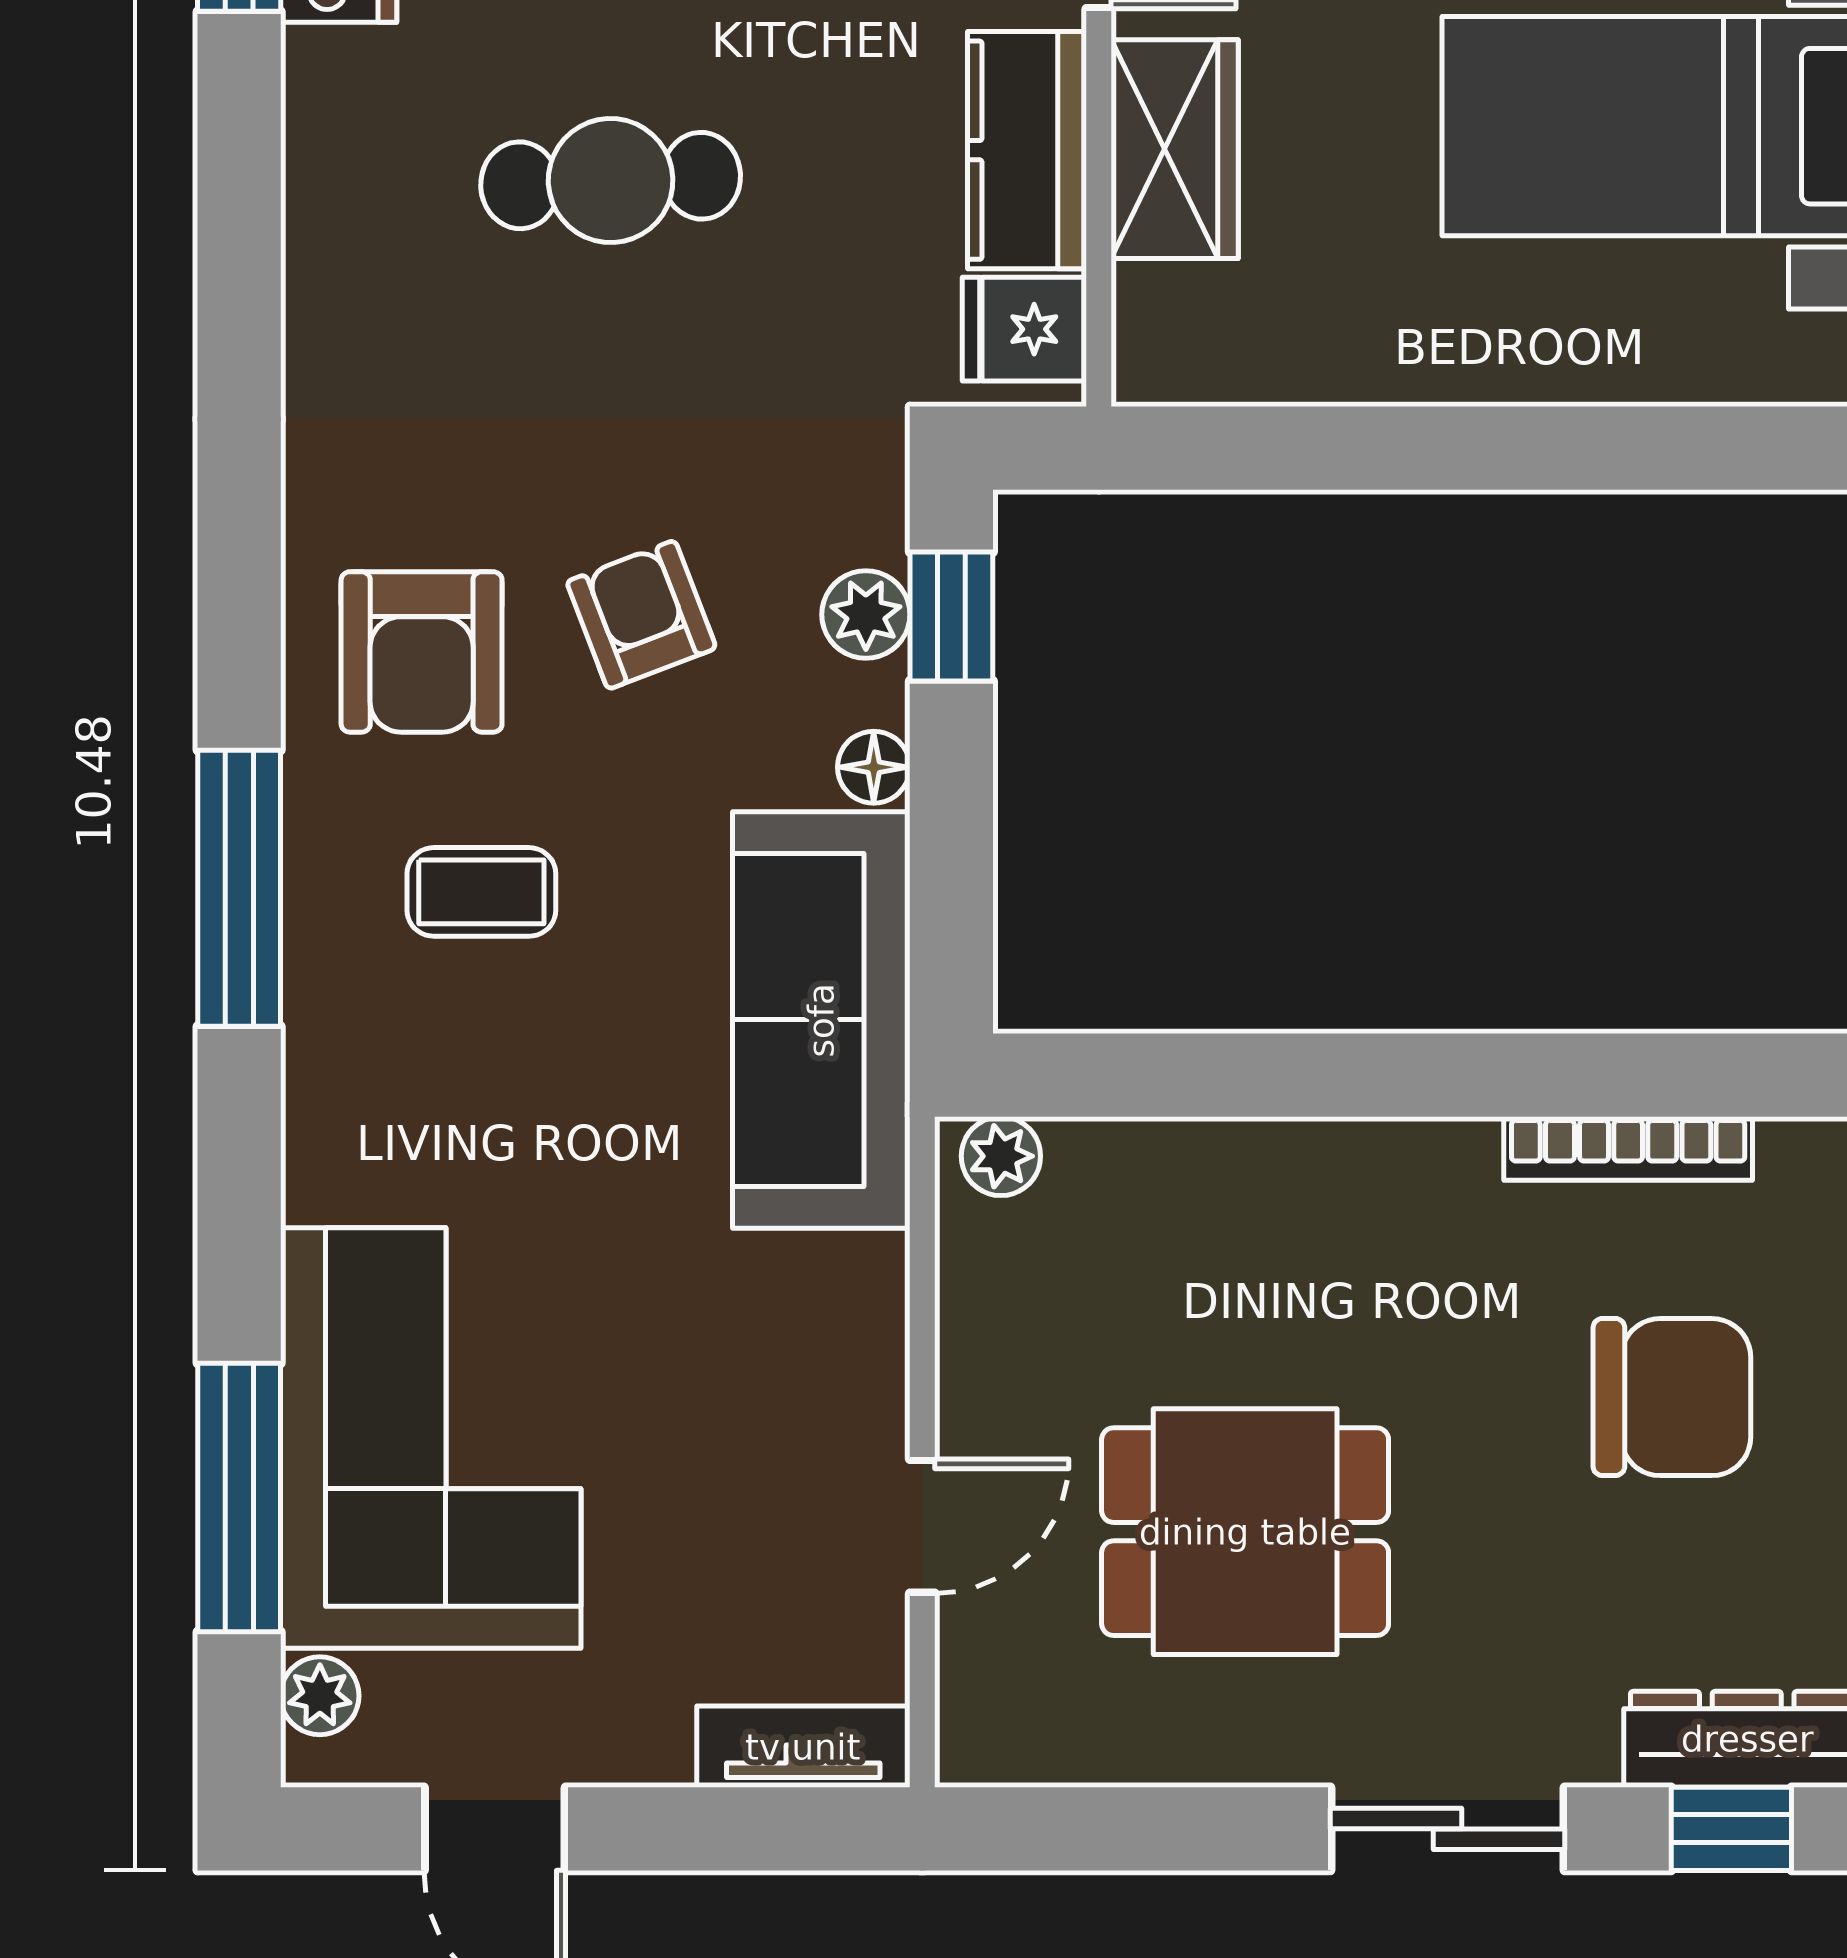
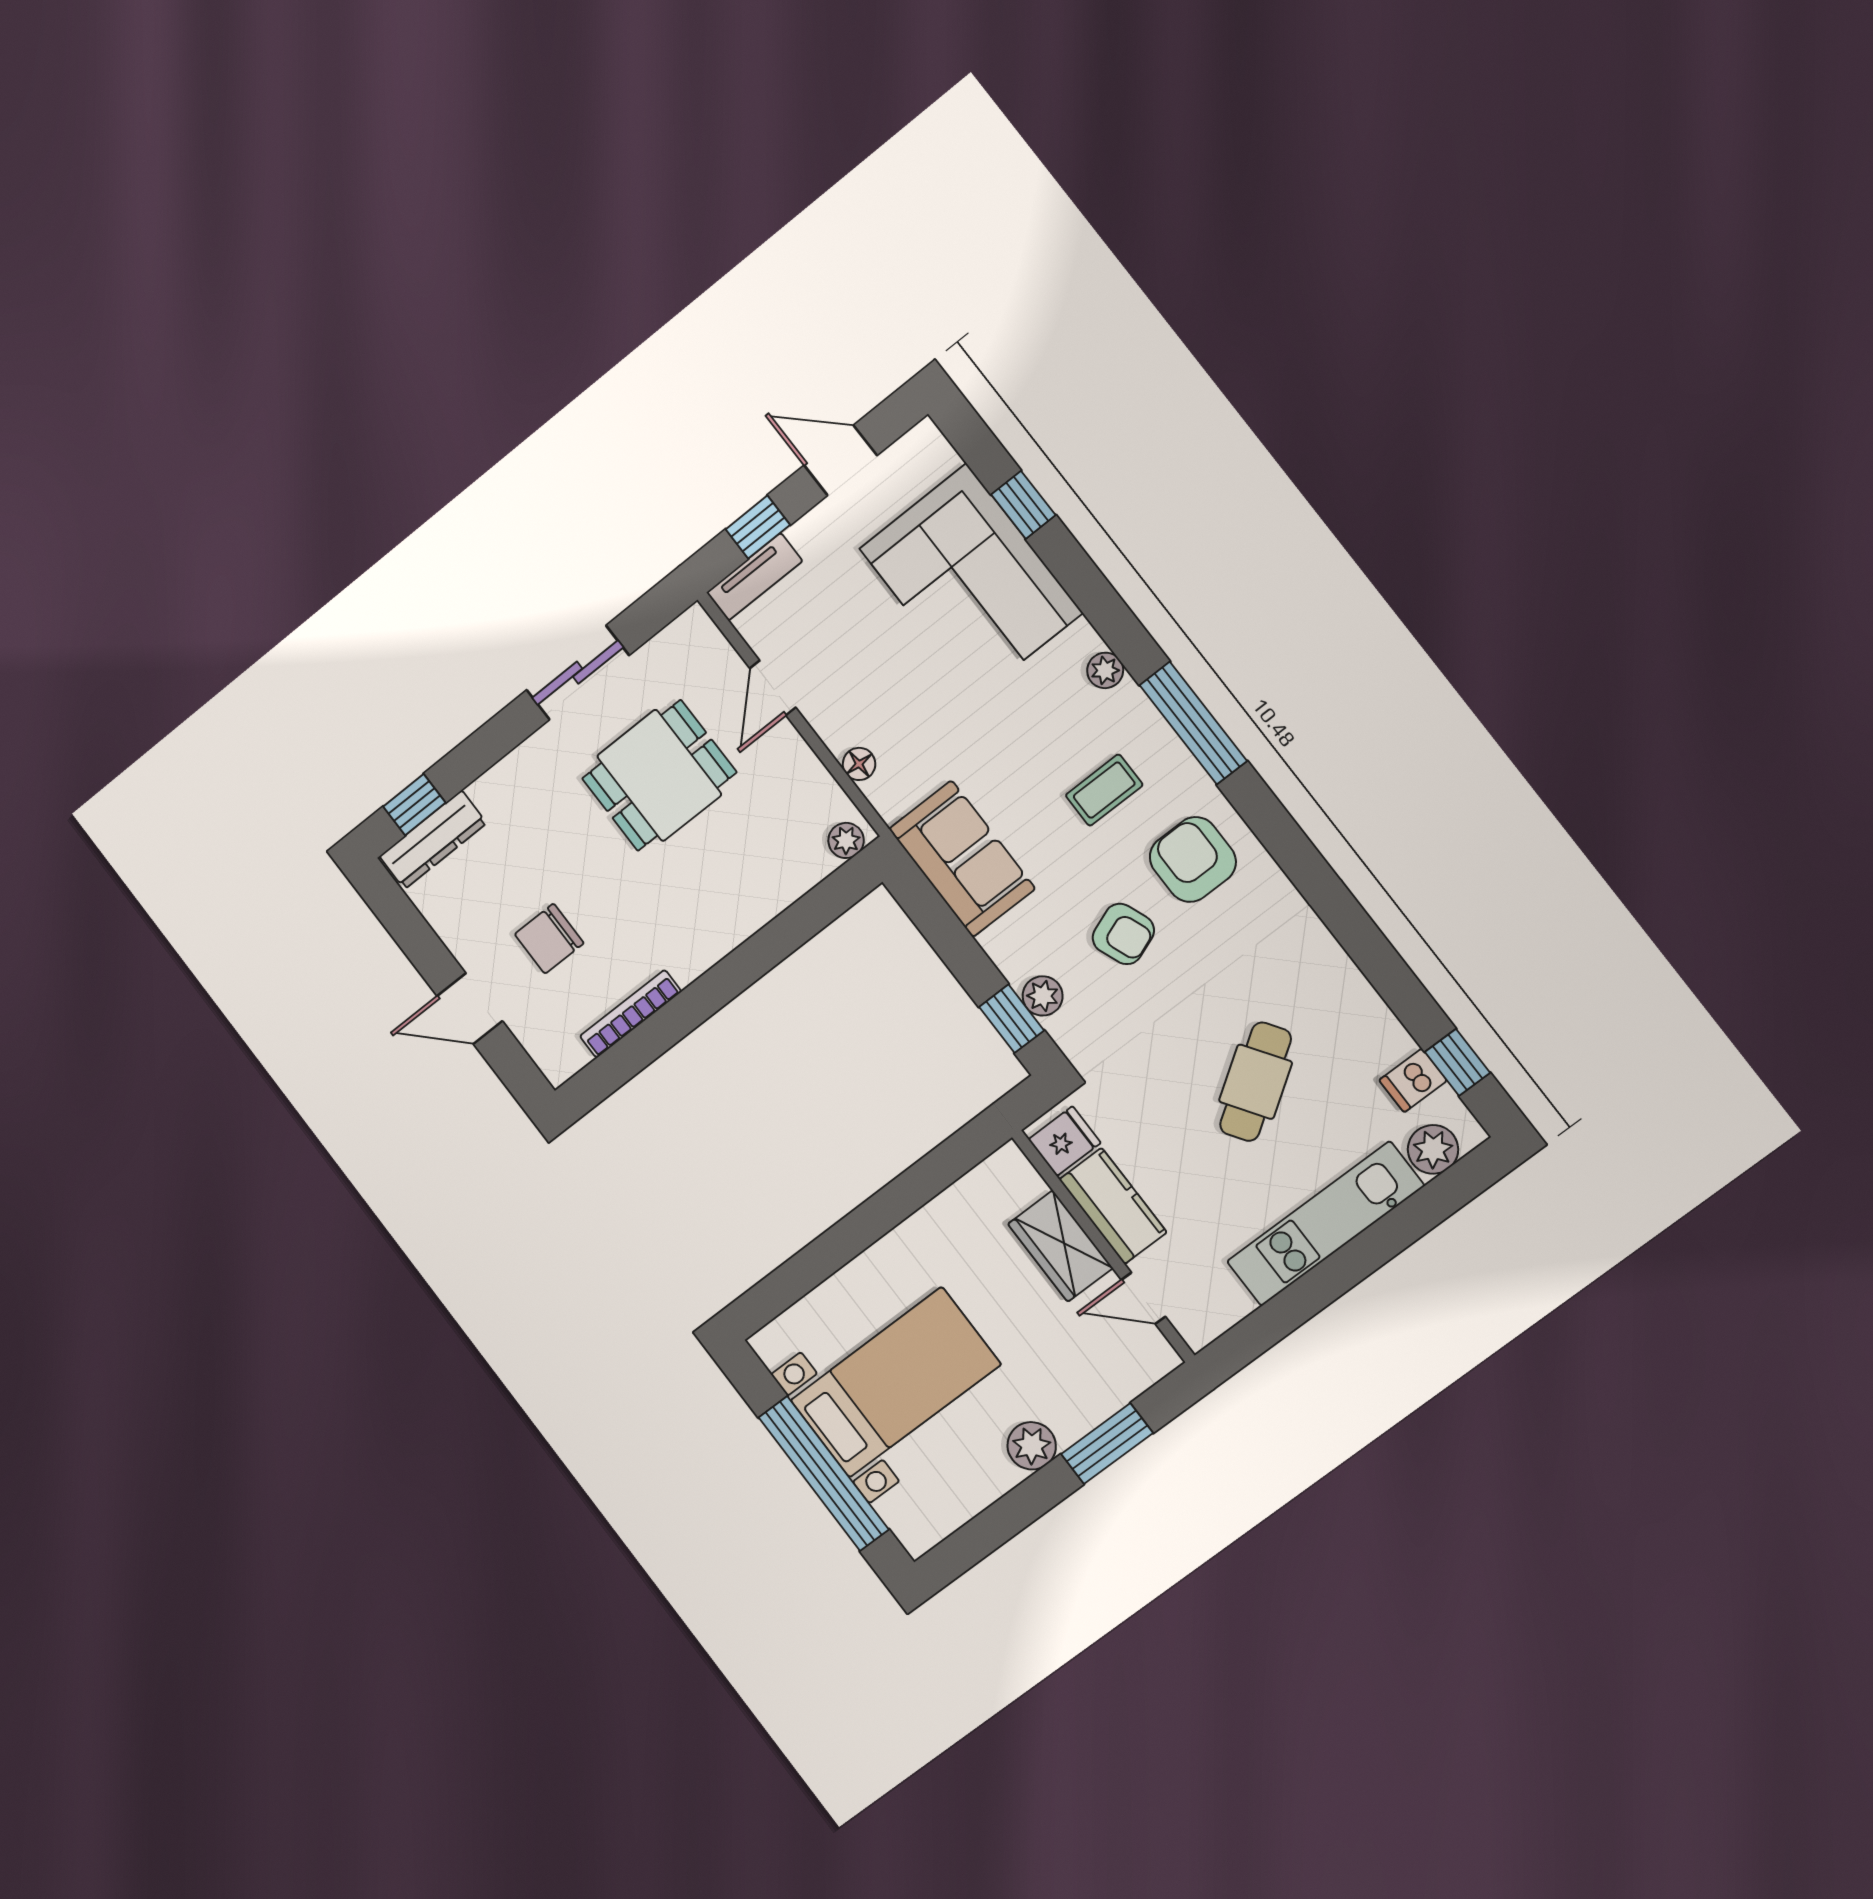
cafe table: (611, 181) -> (1256, 1082), turned -31
floor lamp: (874, 767) -> (859, 764), moved
sofa: (821, 1020) -> (962, 859), width x0.73
chair: (1672, 1397) -> (549, 939), width x0.73, depth x0.73
window: (239, 1497) -> (1023, 505), width x0.46
plant: (320, 1696) -> (1105, 670), moved
window: (729, 1829) -> (758, 527), added
sliding door: (1448, 1829) -> (578, 673), moved

